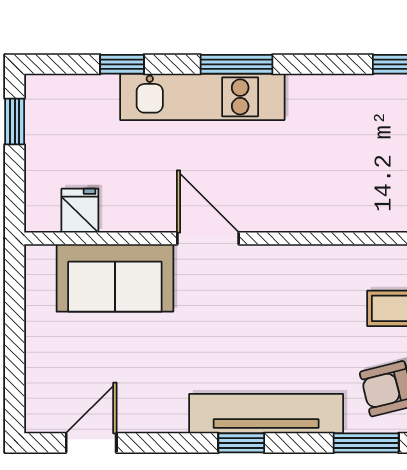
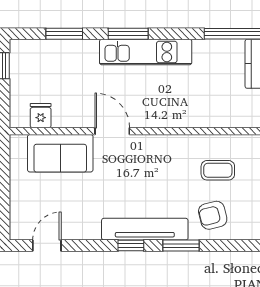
window: (122, 64) -> (64, 34), width x1.50
kitchen unit: (202, 97) -> (146, 52), moved
window: (366, 443) -> (181, 246), moved

